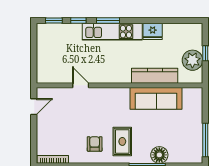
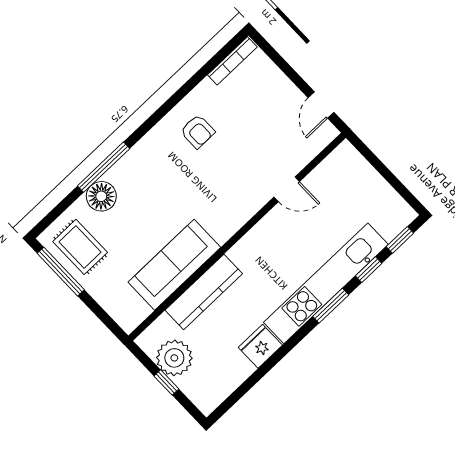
kitchen unit: (112, 32) -> (326, 283), width x1.36
rug: (122, 141) -> (80, 247), moved

